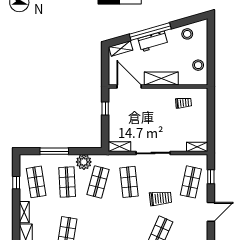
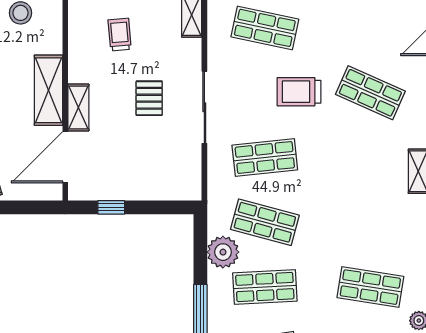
trolley: (183, 103) -> (120, 35), moved
pallet: (157, 127) -> (149, 98), added
shelving: (120, 147) -> (78, 108), moved
trolley: (160, 198) -> (299, 92), turned -84

